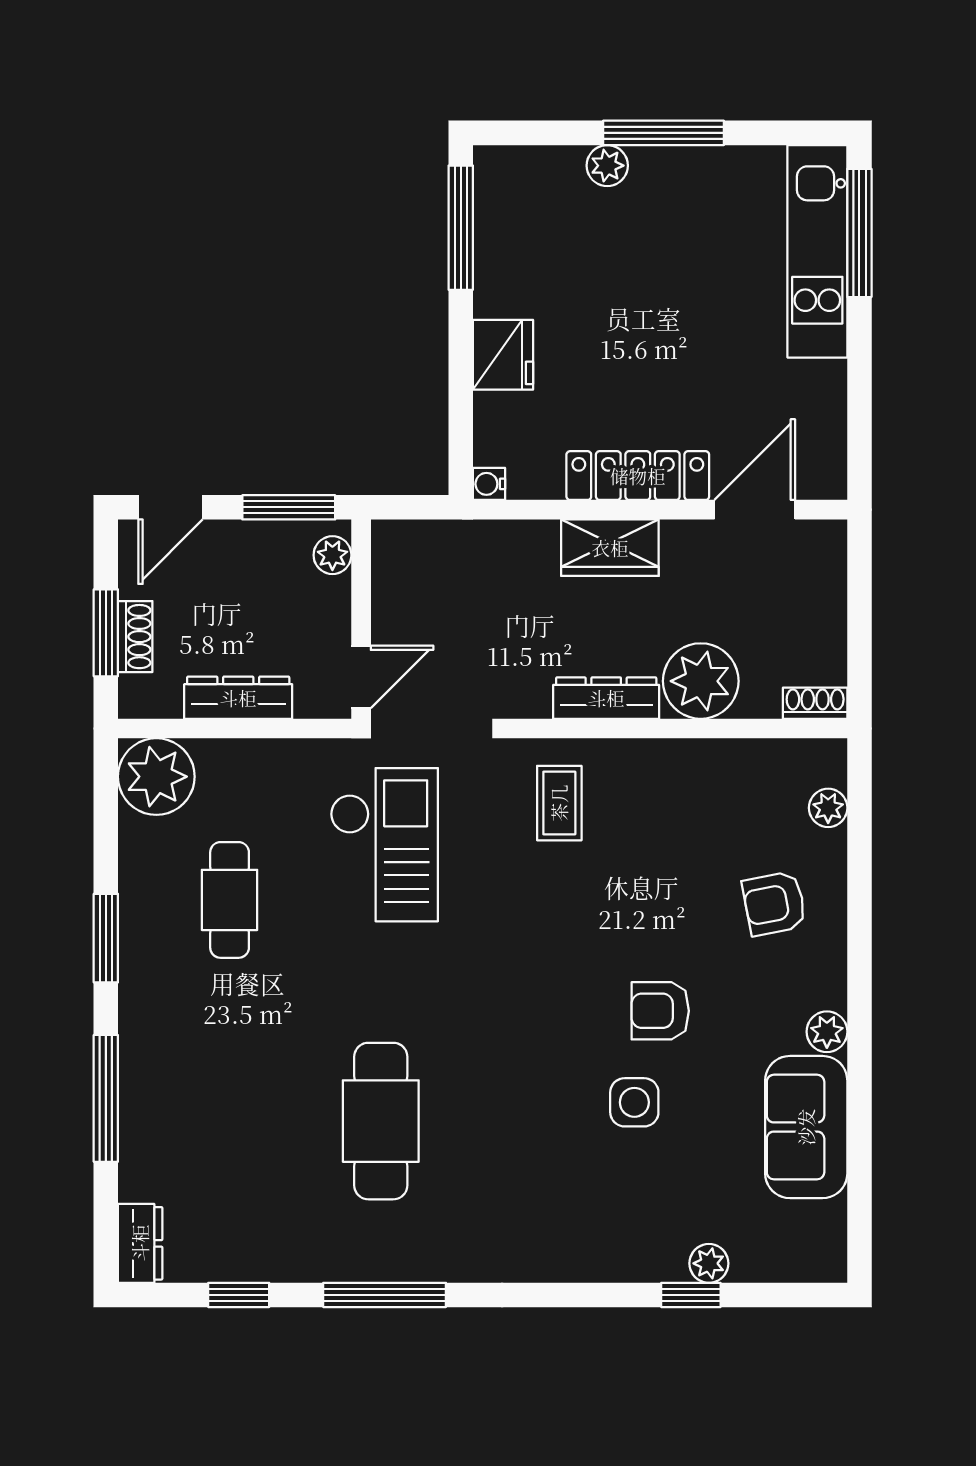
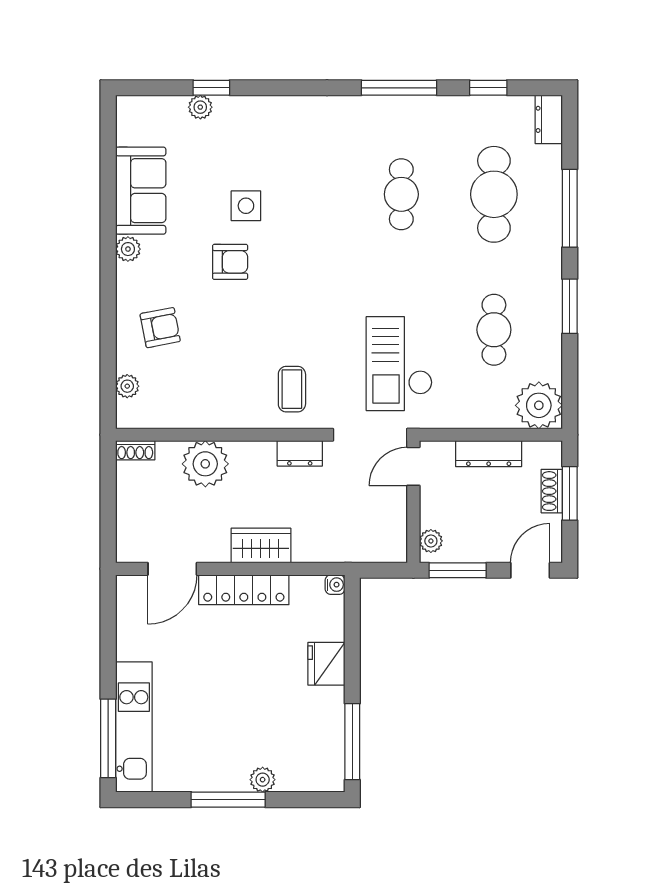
dresser: (606, 698) -> (300, 453), moved, width x0.70
cafe table: (230, 1121) -> (494, 194), added
cafe table: (381, 1121) -> (401, 194), width x0.73, depth x0.74

